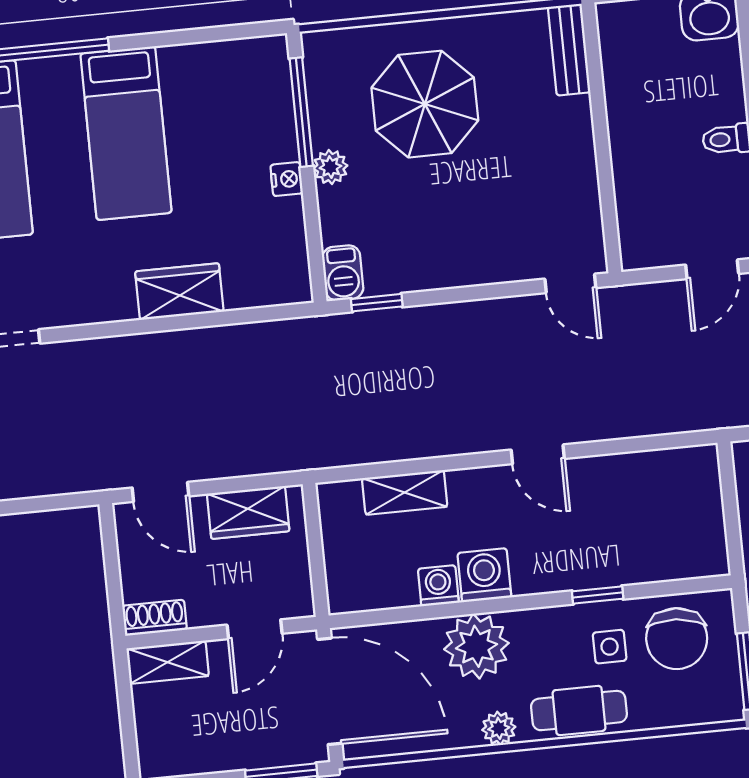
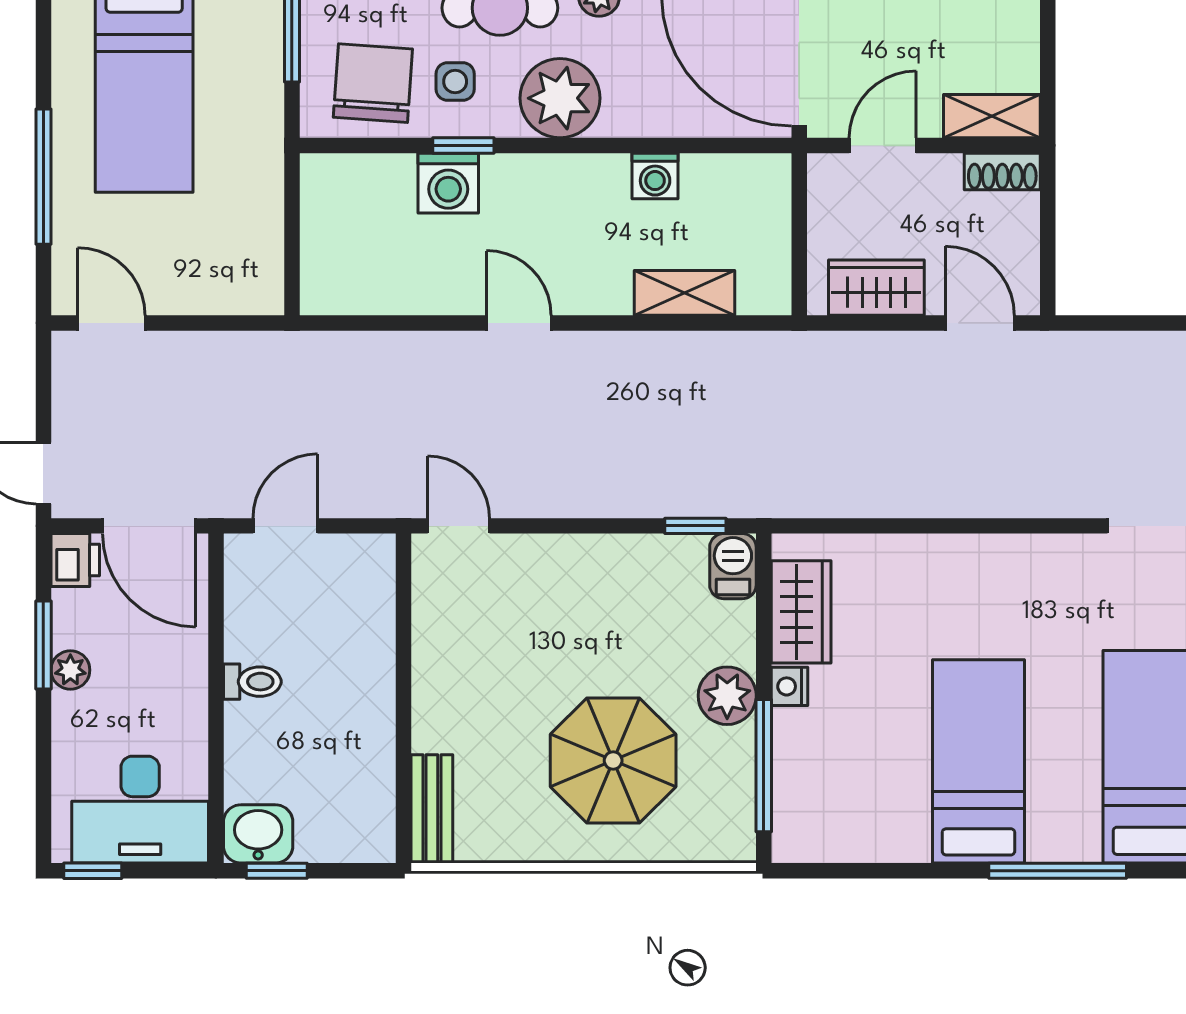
plant: (330, 167) -> (727, 696), width x1.38, depth x1.38
wardrobe: (179, 292) -> (801, 612), moved, turned -90
washing machine: (484, 575) -> (448, 183), moved
plant: (476, 646) -> (560, 98), moved

